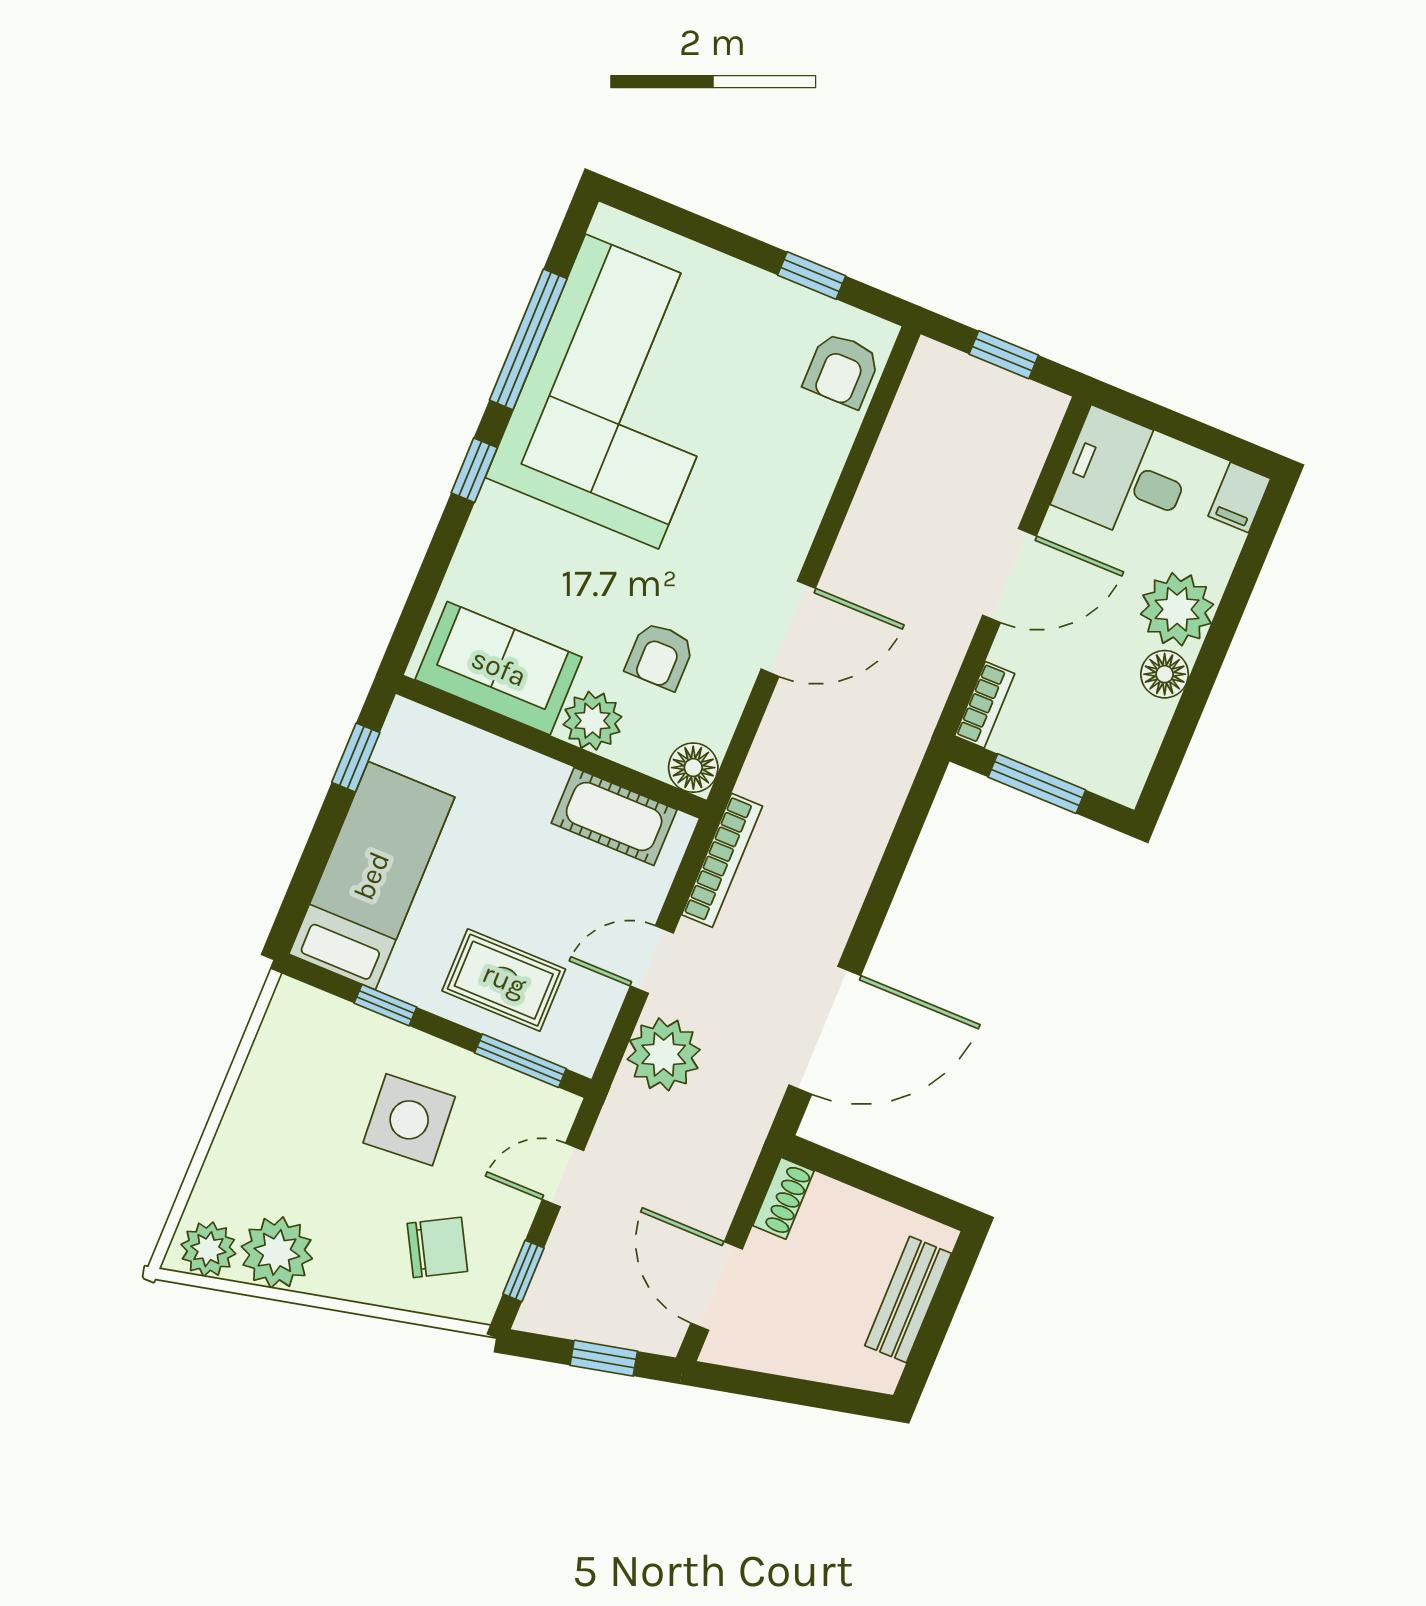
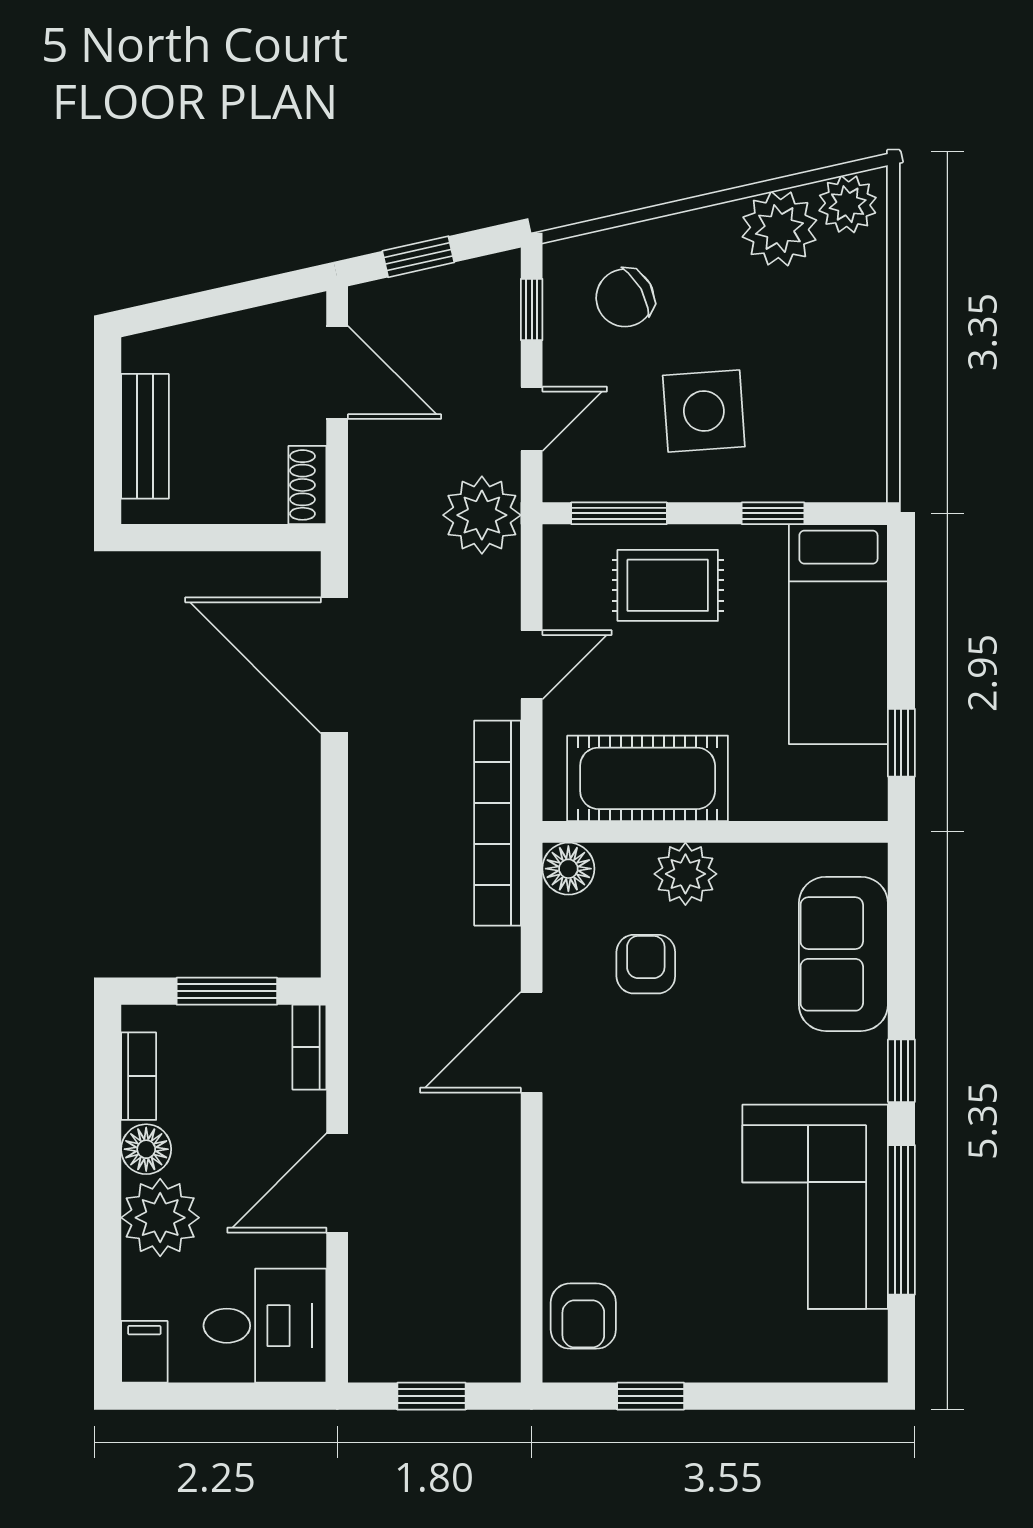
armchair: (842, 370) -> (583, 1316), turned 180
corner sofa: (622, 391) -> (815, 1207), width x0.73, depth x0.74
sofa: (499, 668) -> (843, 954), moved, turned 90
bookcase: (1145, 741) -> (139, 1076), added
cot: (614, 816) -> (648, 778), width x1.37, depth x1.34
bookcase: (722, 860) -> (498, 823), width x1.48, depth x1.31
door: (825, 1030) -> (334, 665), hinge flipped
plant: (664, 1054) -> (482, 515), moved

